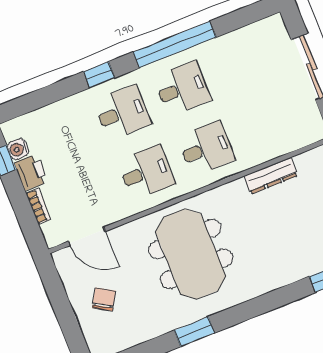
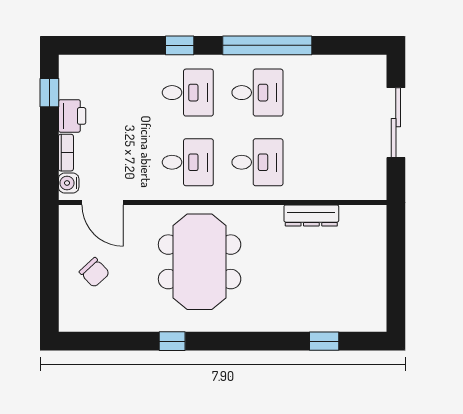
water cooler: (18, 149) -> (69, 183), moved
chair: (104, 299) -> (94, 272), turned 106
window: (194, 332) -> (172, 341), width x0.67

